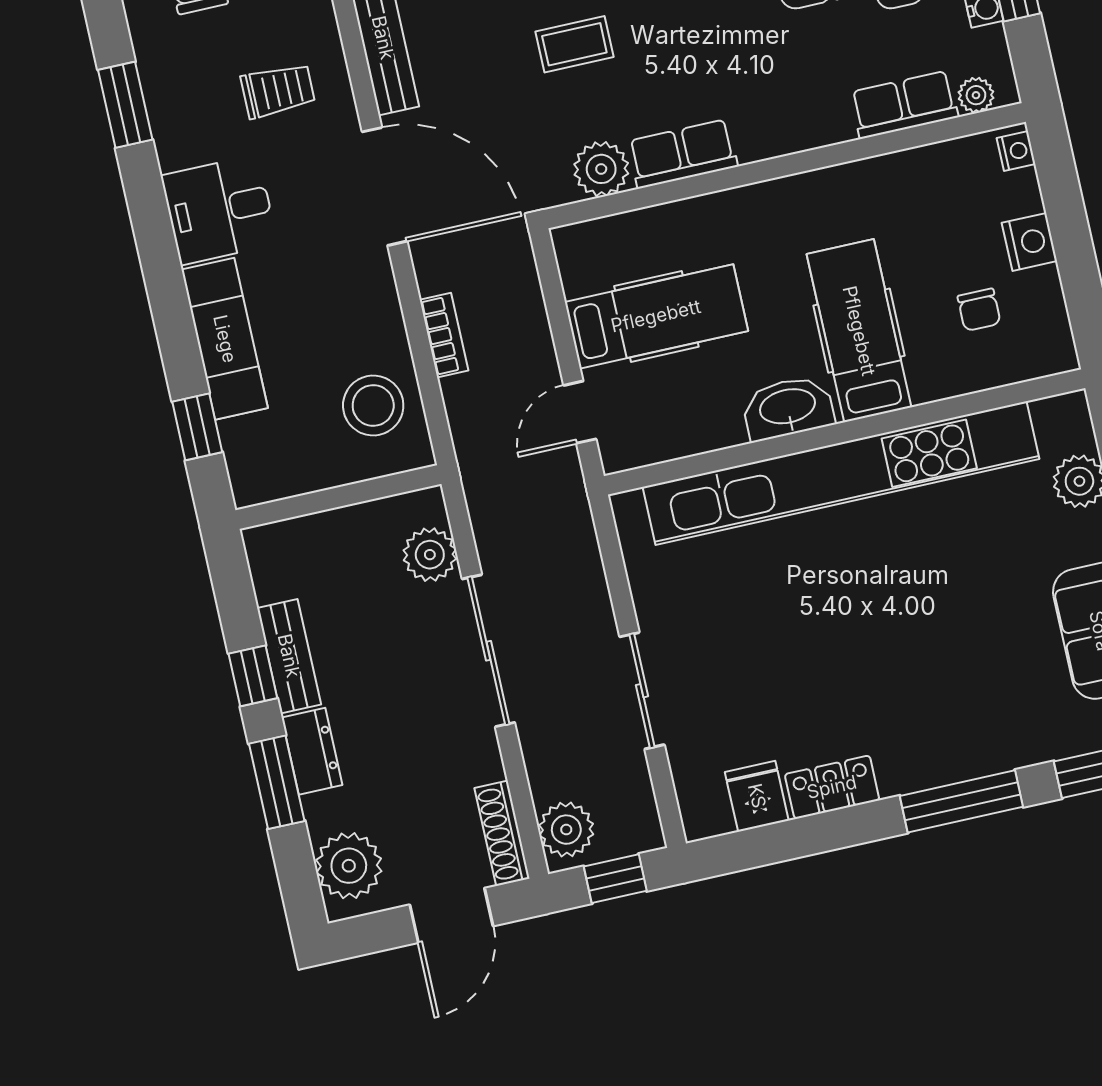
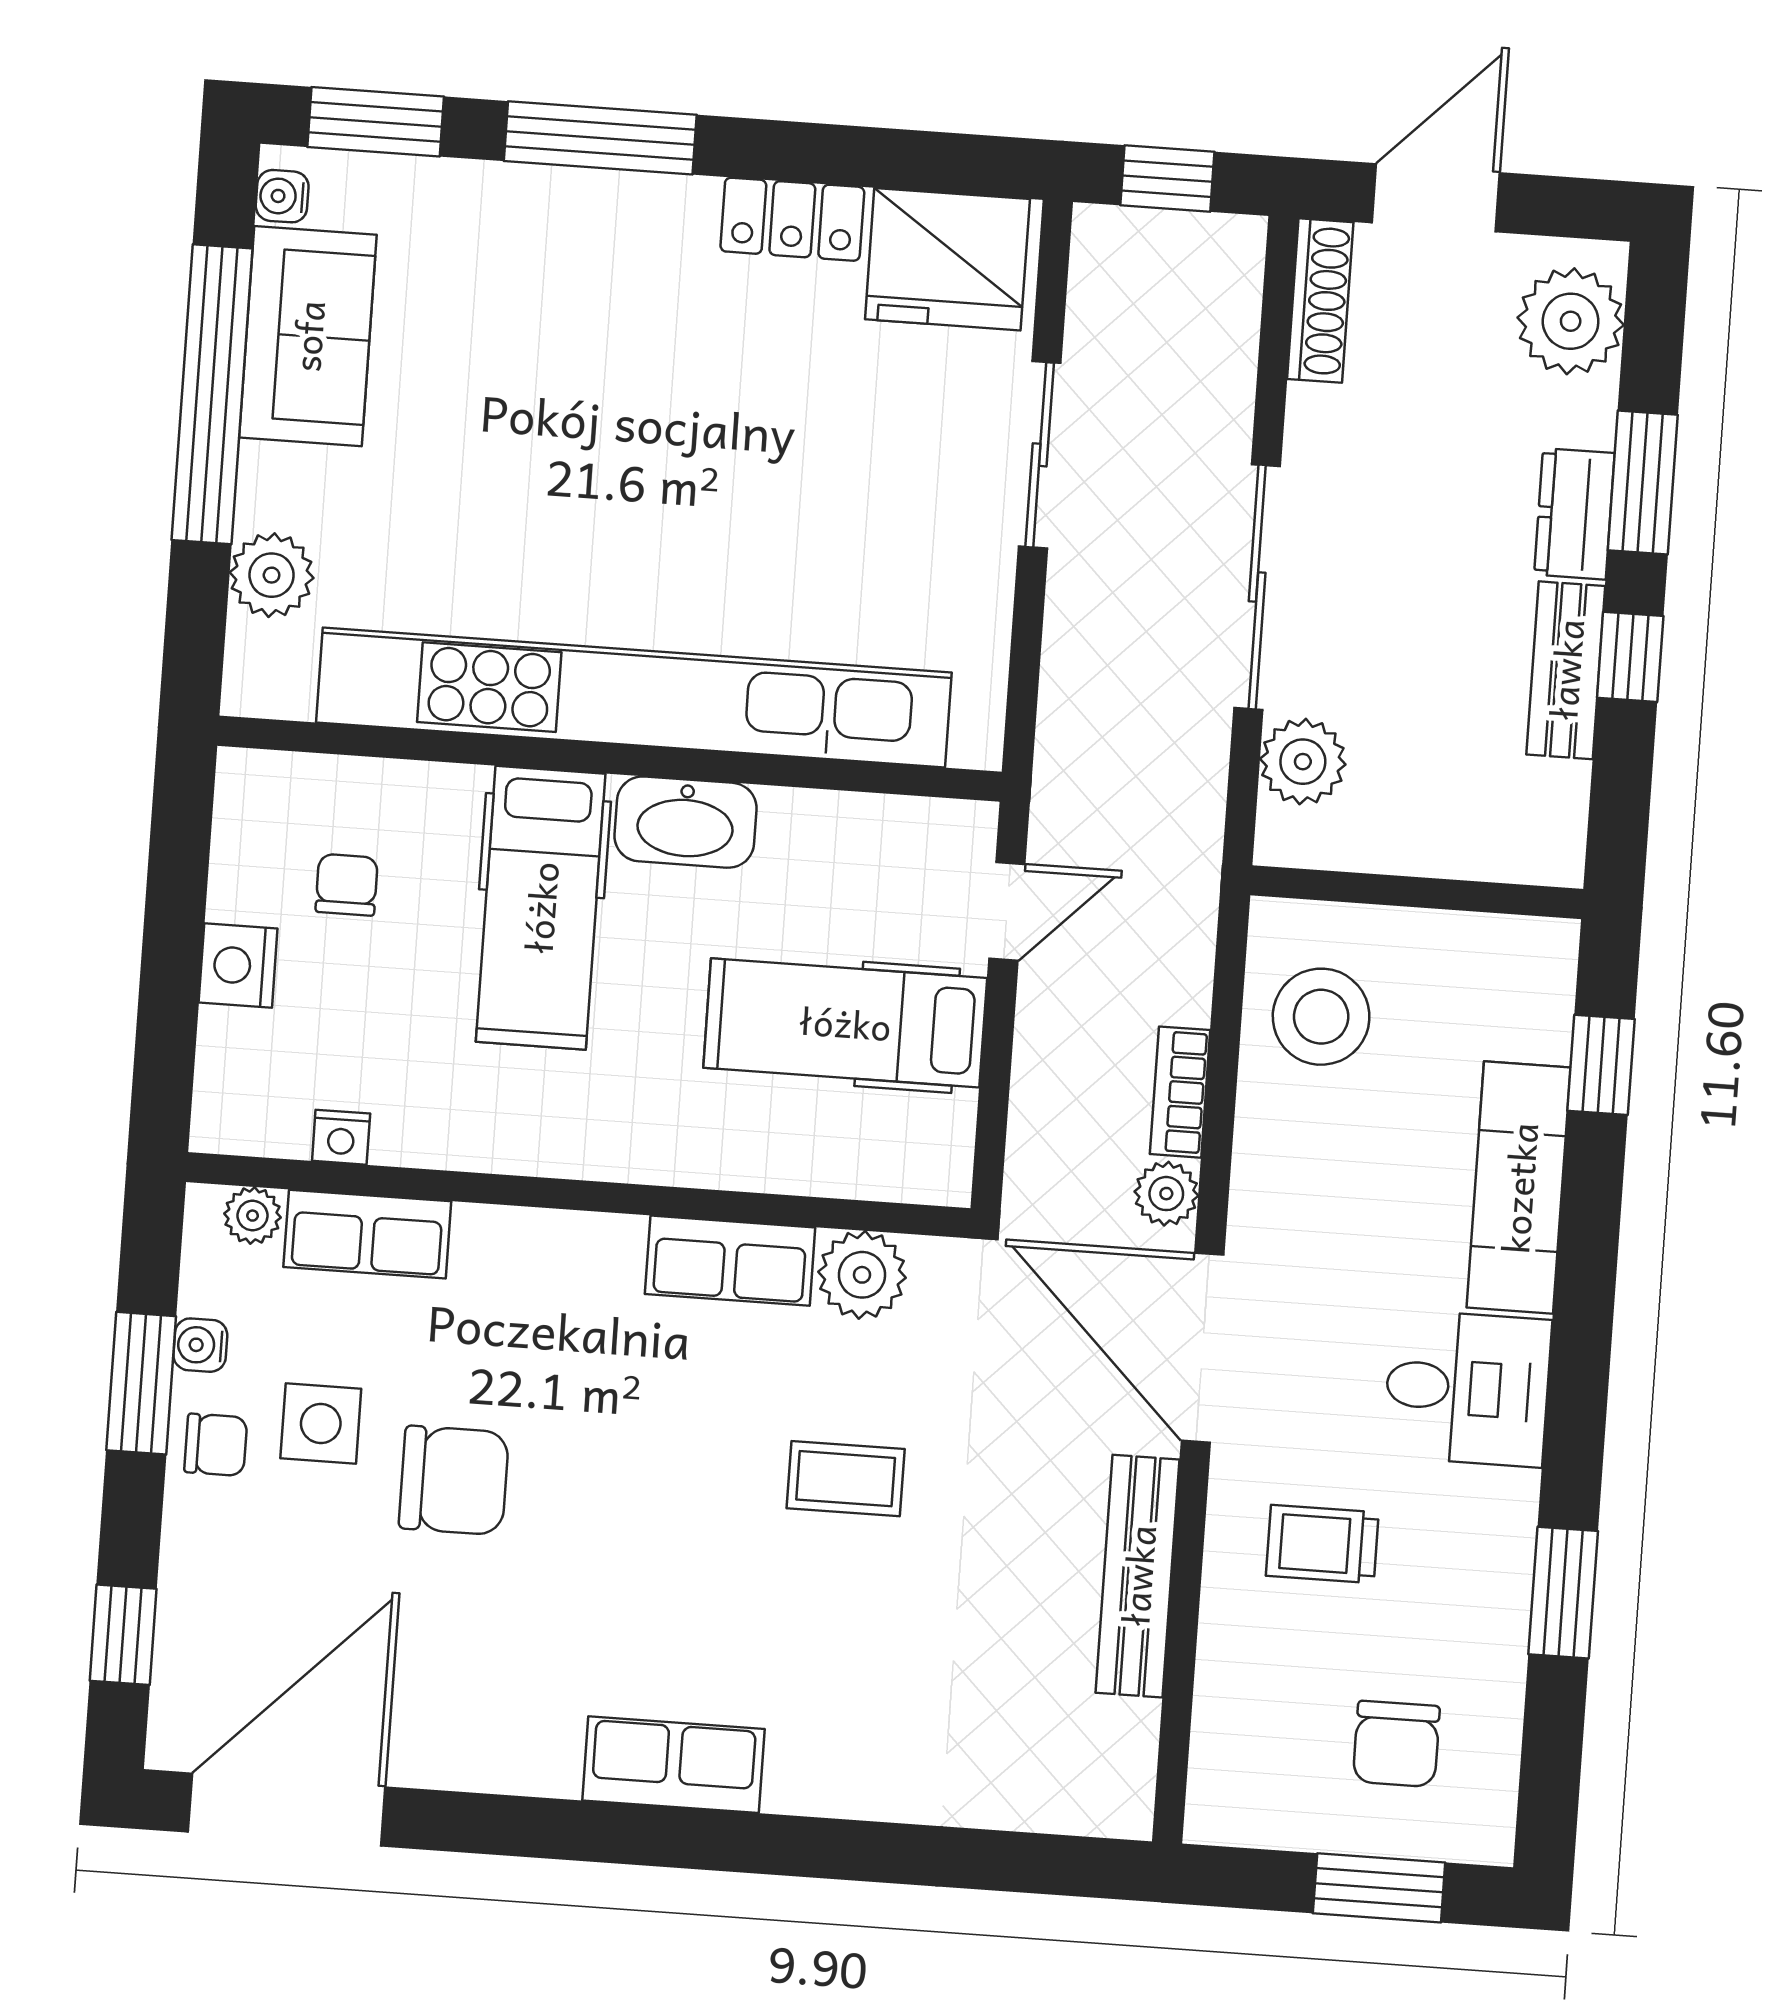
nightstand: (1016, 151) -> (341, 1137), moved, turned -90
fridge: (757, 796) -> (947, 259), width x1.88, depth x1.34
plant: (566, 830) -> (1166, 1194), moved, width x0.73, depth x0.73

